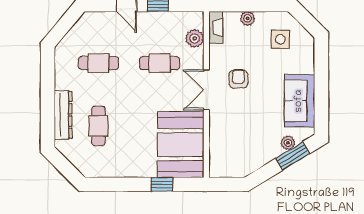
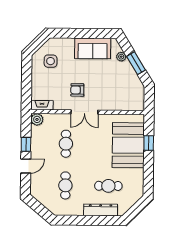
plant: (248, 18) -> (36, 83), removed
plant: (195, 38) -> (37, 119), moved
booth: (181, 145) -> (128, 145), moved, turned 90
window: (293, 156) -> (136, 63), moved

